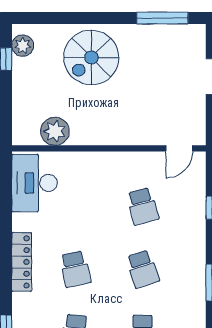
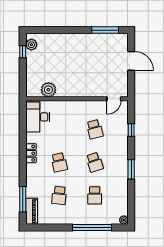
spiral stairs: (91, 57) -> (68, 51), removed
locker: (22, 262) -> (31, 153), width x0.66

